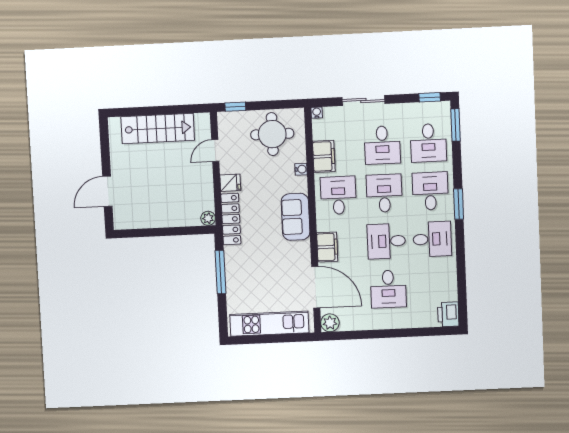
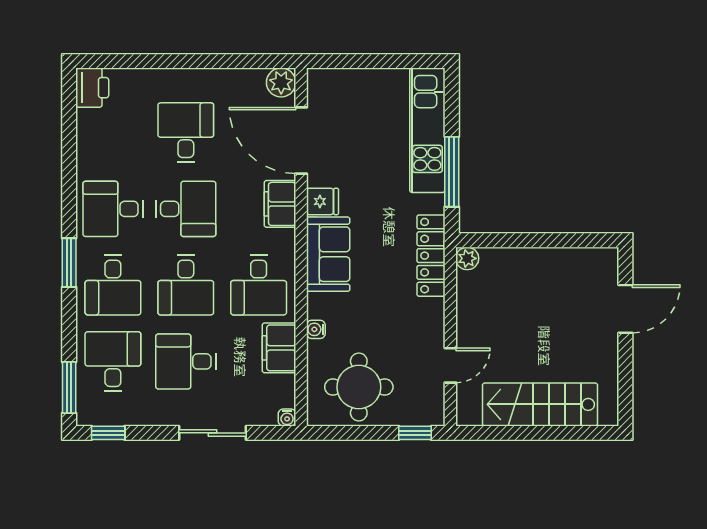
desk: (382, 145) -> (186, 361), turned -90
fridge: (230, 183) -> (322, 201), moved, turned 180
kitchen unit: (269, 324) -> (427, 130), moved, turned 90

